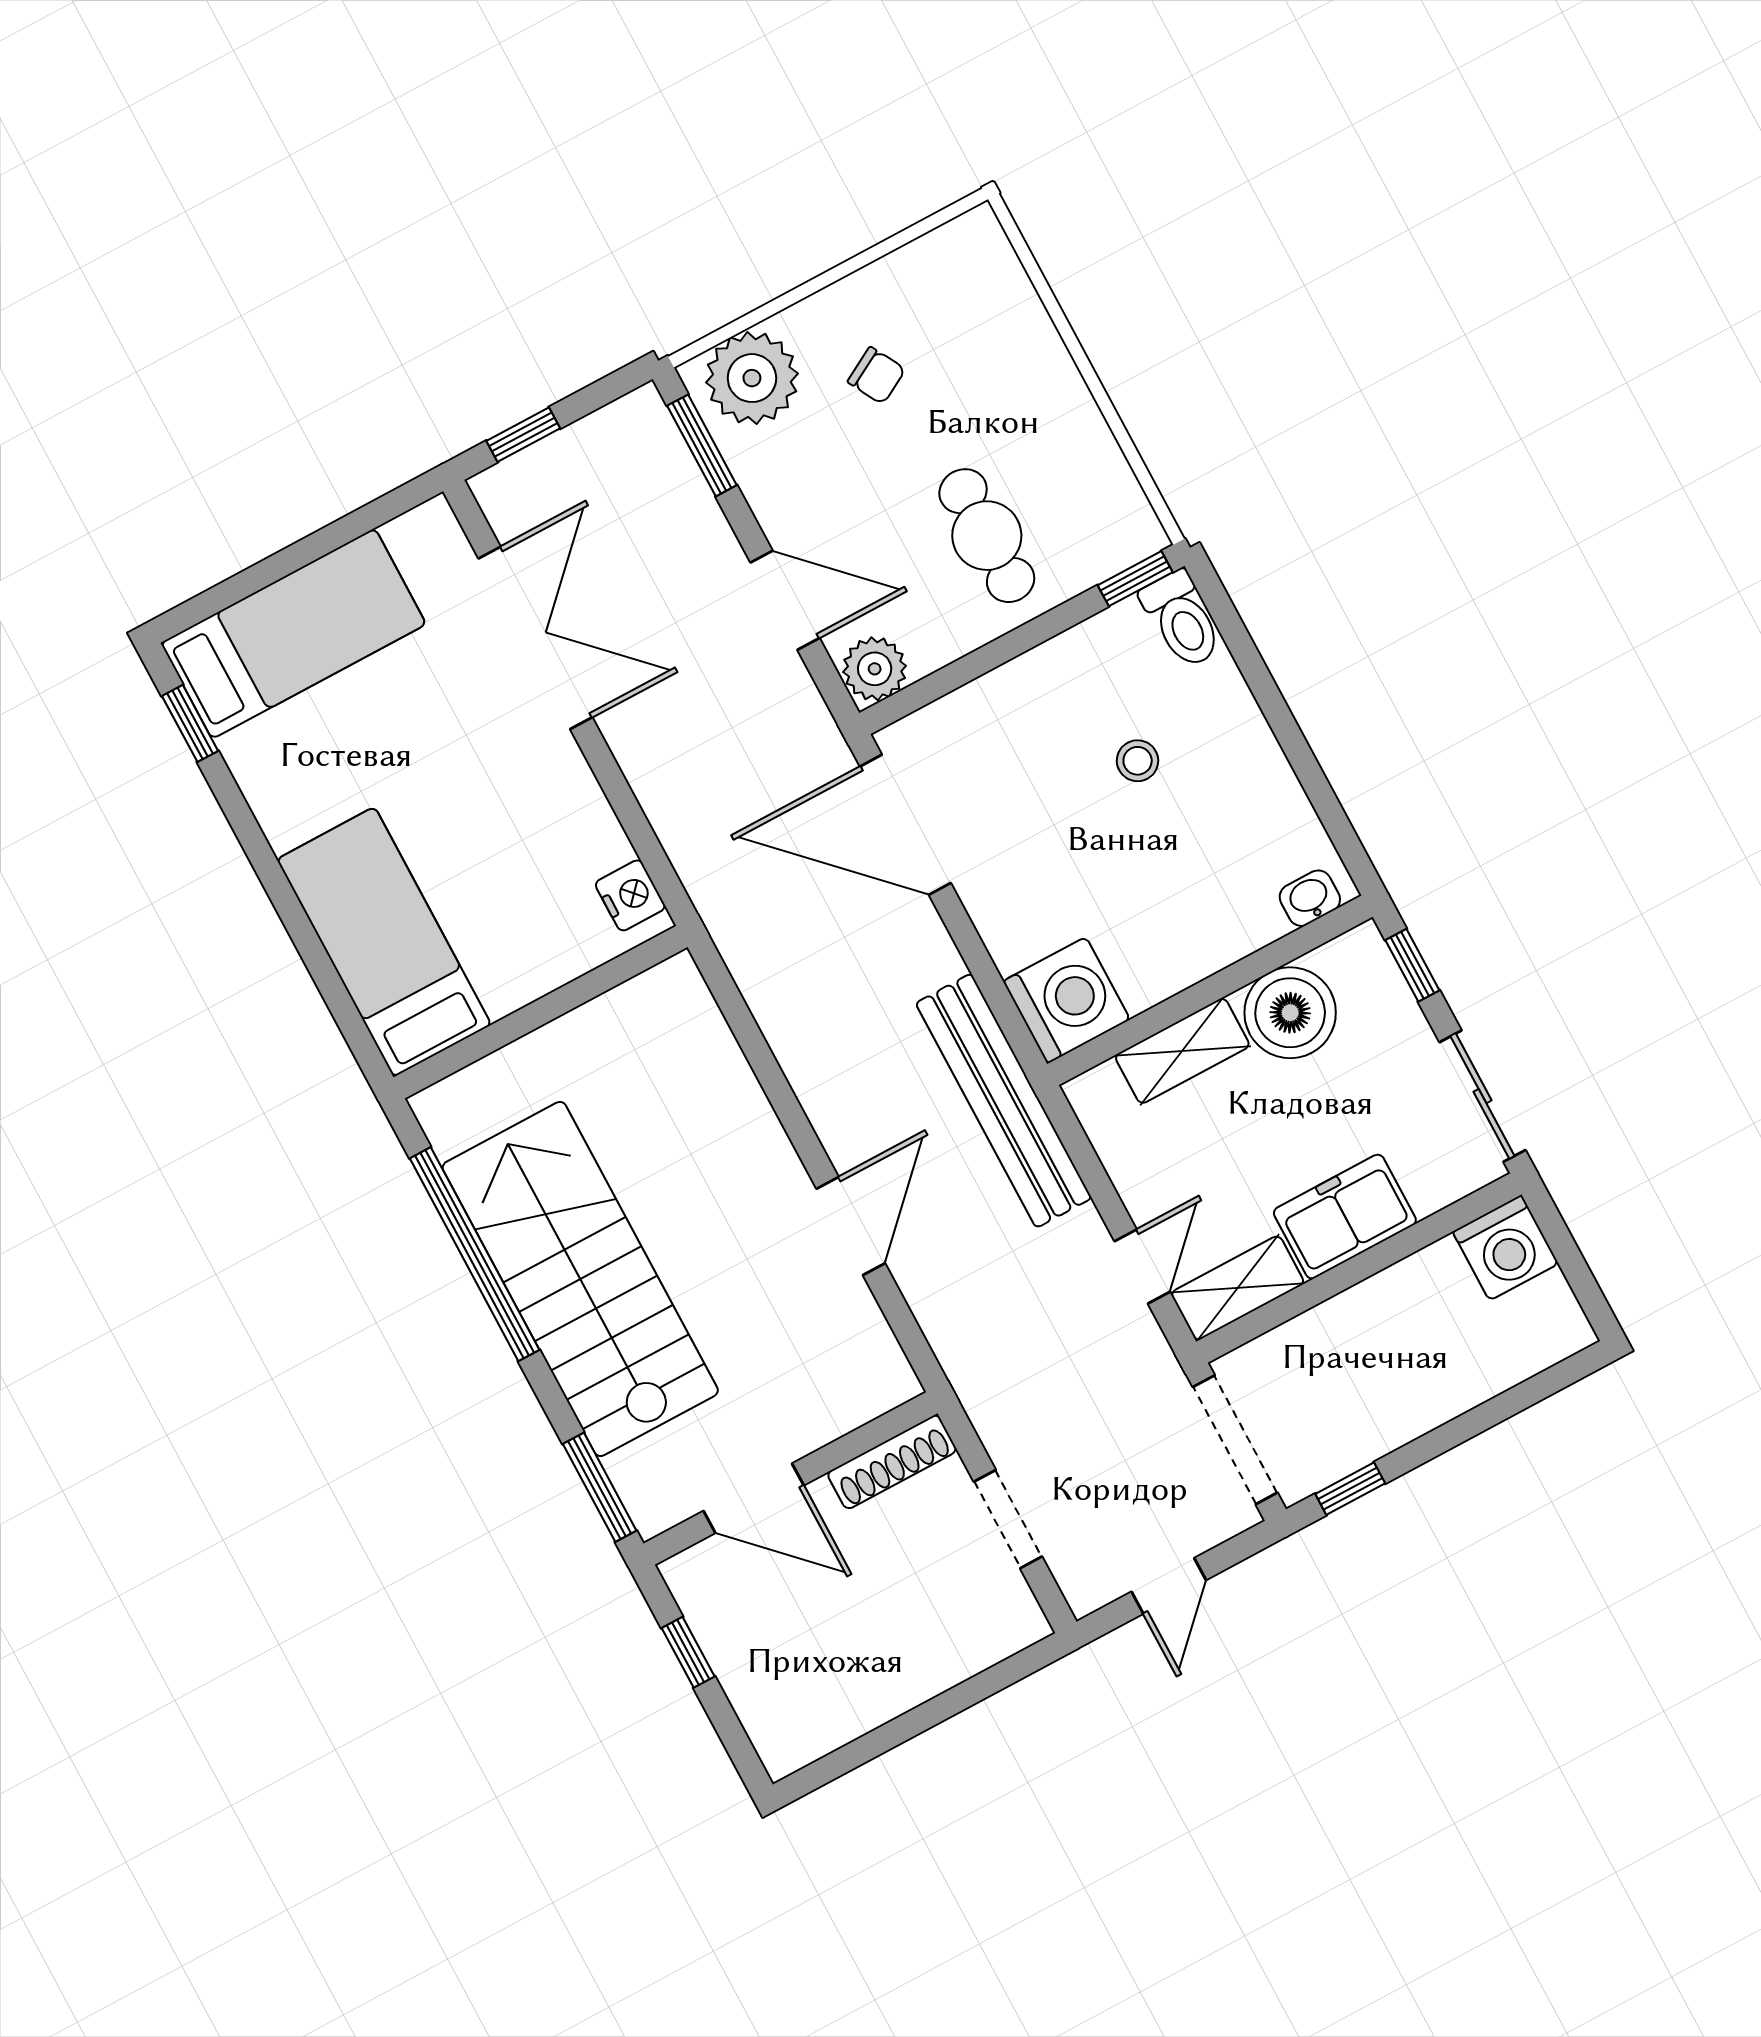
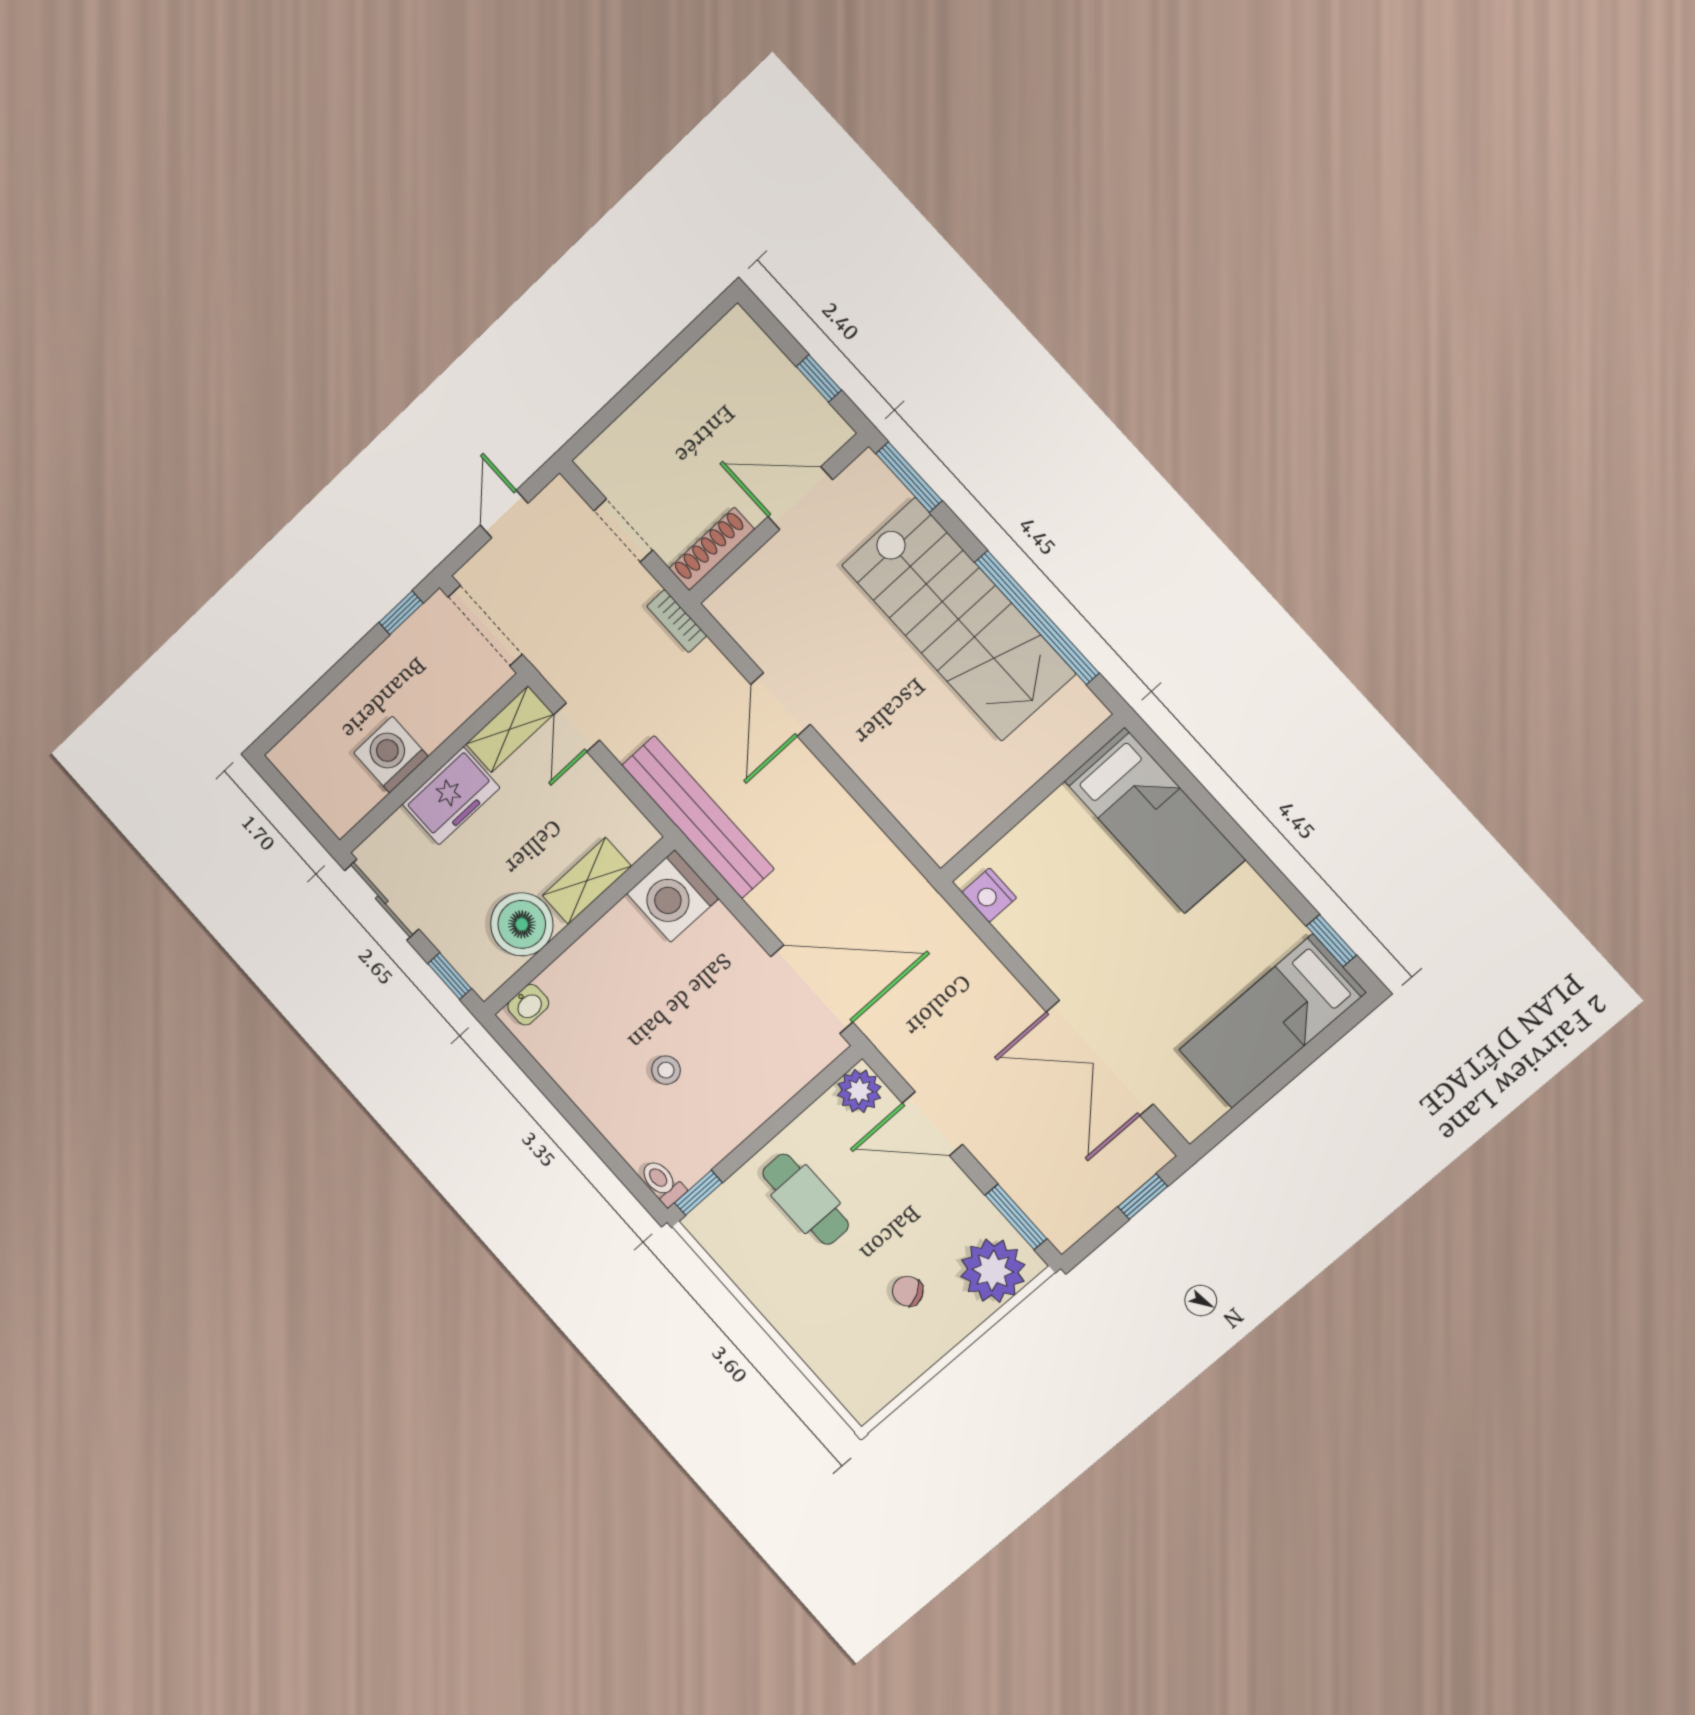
toilet: (1182, 620) -> (663, 1182), width x0.73, depth x0.72
washing machine: (1506, 1248) -> (391, 755), moved
bookcase: (965, 1376) -> (677, 621), added

